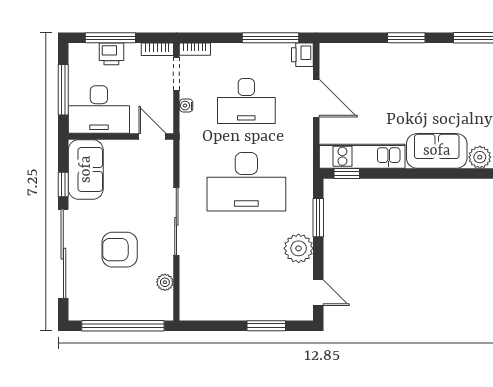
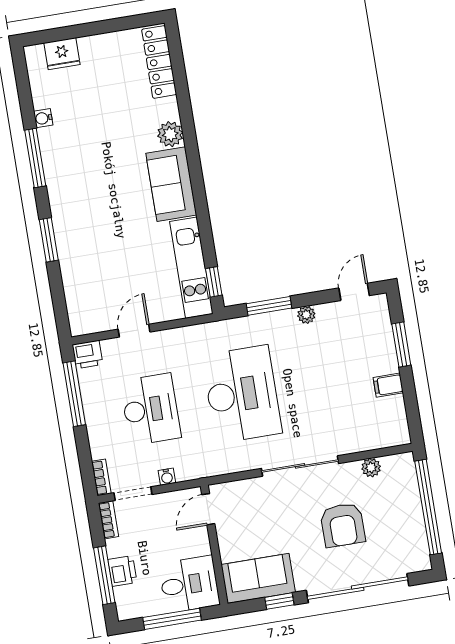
door: (316, 98) -> (134, 331), width x0.73
desk: (99, 110) -> (189, 584), width x0.73
plant: (299, 248) -> (306, 315), width x0.53, depth x0.53
filing cabinet: (233, 309) -> (388, 385), added

